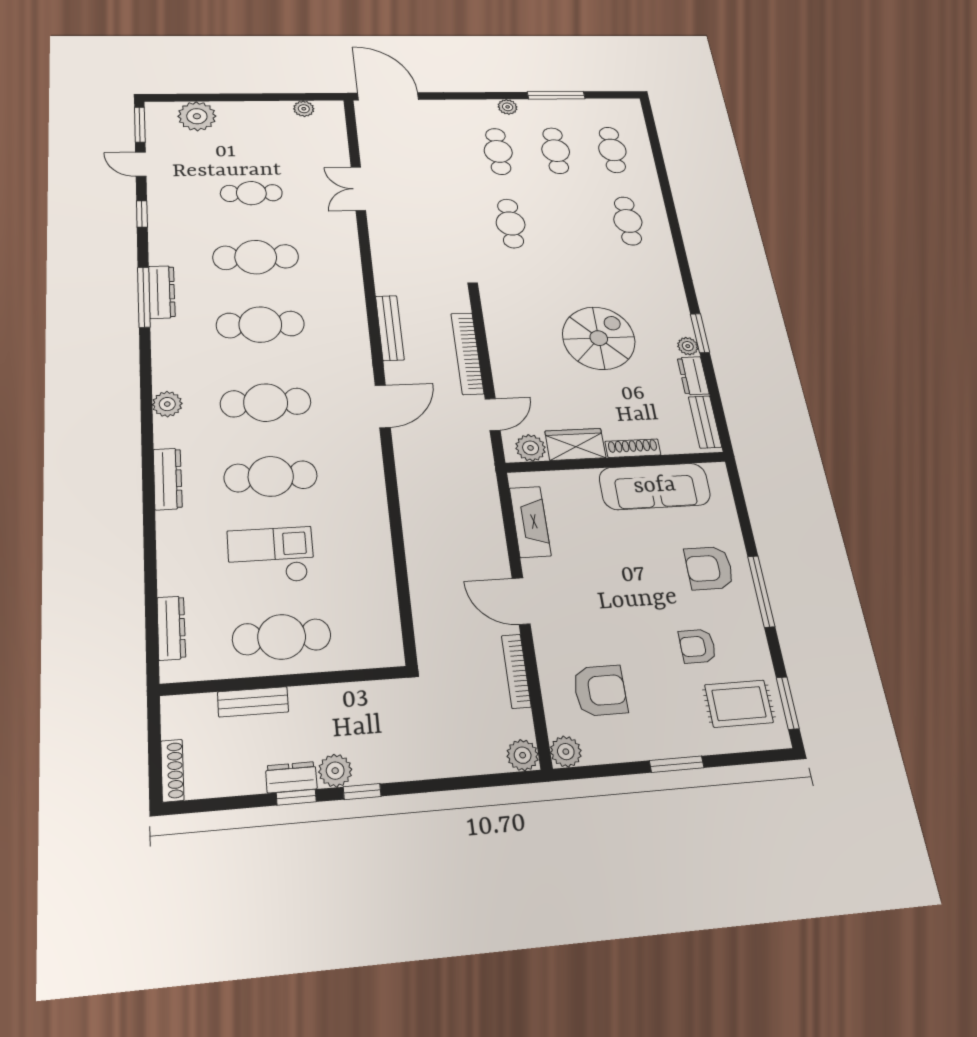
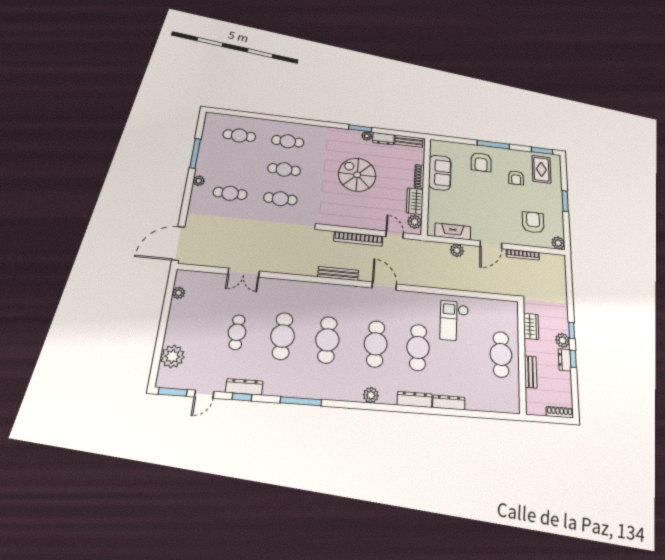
cafe table: (556, 151) -> (284, 169), moved
dresser: (162, 292) -> (244, 387), moved
sofa: (655, 486) -> (440, 173), width x0.73
checkout: (271, 555) -> (454, 321), moved
dresser: (171, 628) -> (449, 402), moved
wardrobe: (355, 698) -> (531, 326), added
plant: (523, 755) -> (457, 250), moved

